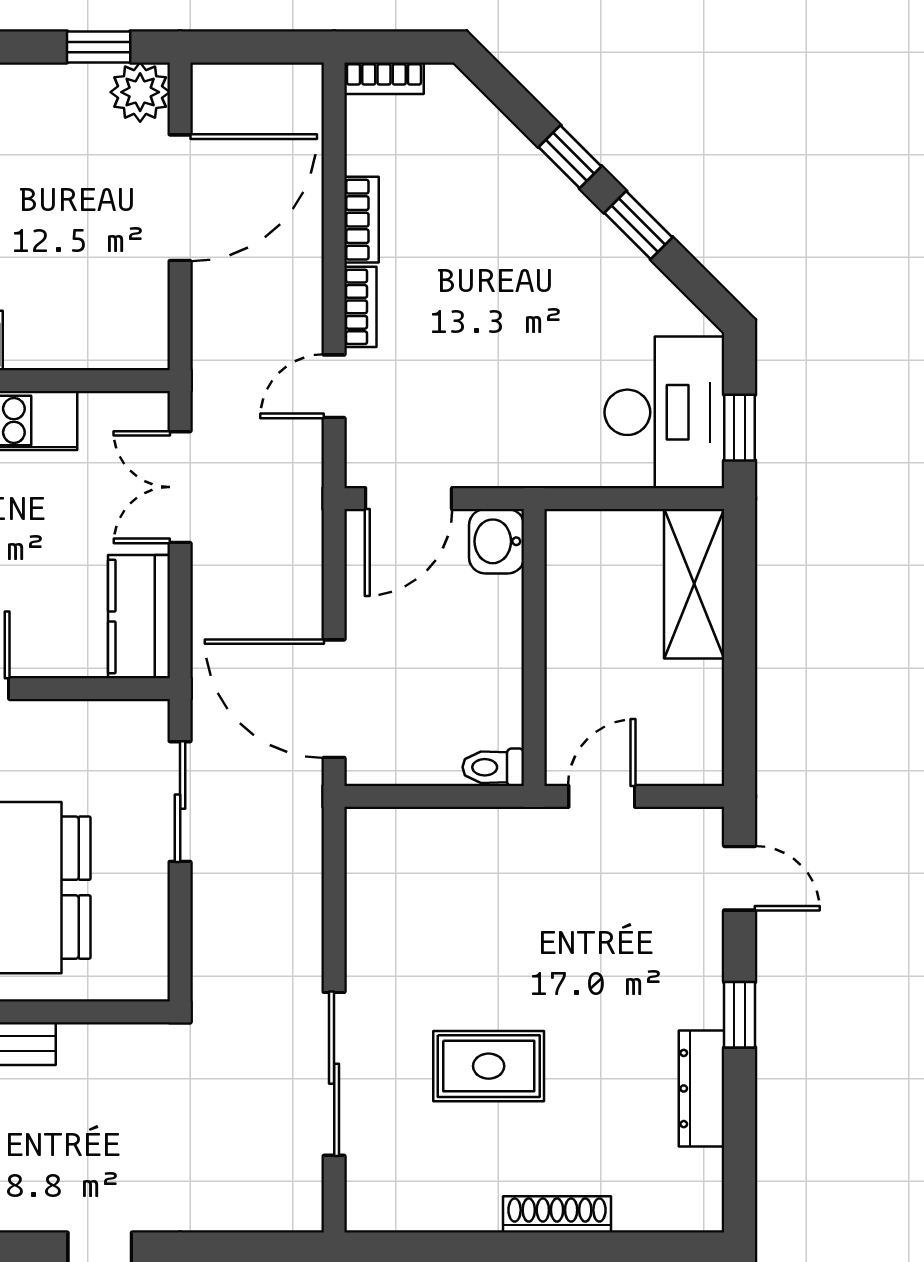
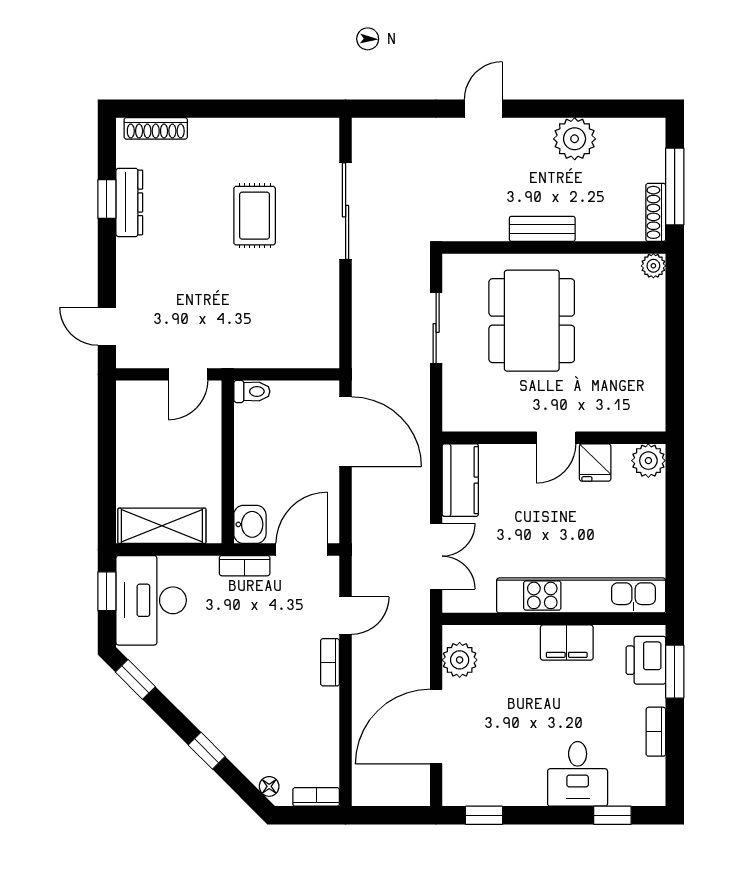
plant: (140, 92) -> (460, 660), moved
floor lamp: (464, 96) -> (269, 786), added
bookcase: (361, 220) -> (245, 566), moved, turned -90
window: (638, 225) -> (135, 679), moved
shelving: (694, 584) -> (162, 526), moved, turned 90
sliding door: (180, 802) -> (436, 328), moved
window: (740, 1015) -> (107, 199), moved
rug: (489, 1066) -> (255, 216), turned 90
shoe rack: (557, 1214) -> (156, 128), moved

